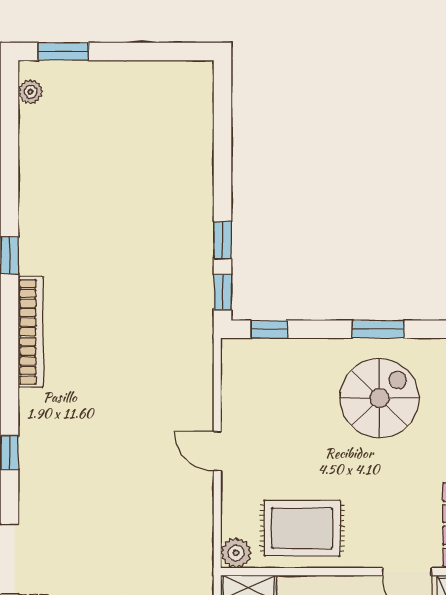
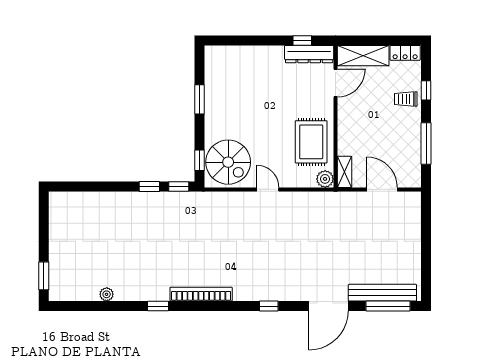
plant: (30, 92) -> (107, 294), moved
spiral stairs: (379, 398) -> (228, 162), moved, turned 180
door: (217, 451) -> (268, 189), swing flipped

